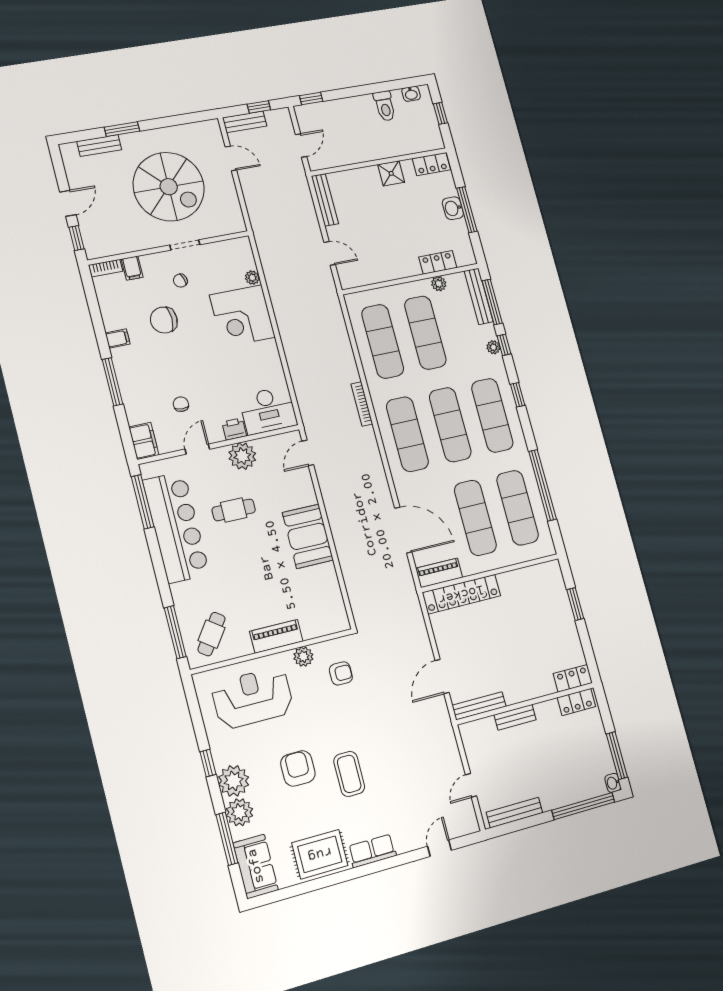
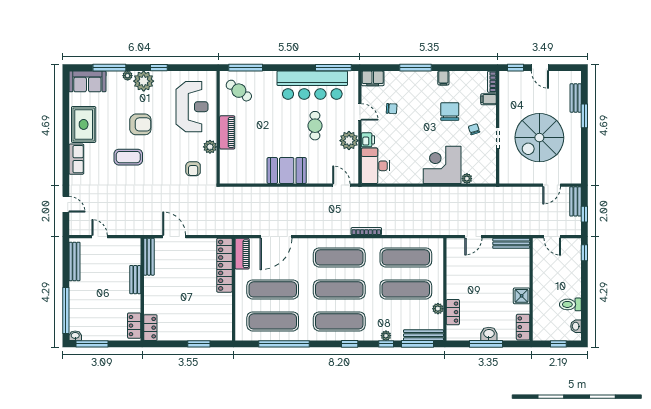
plant: (239, 812) -> (128, 76), width x0.53, depth x0.53

